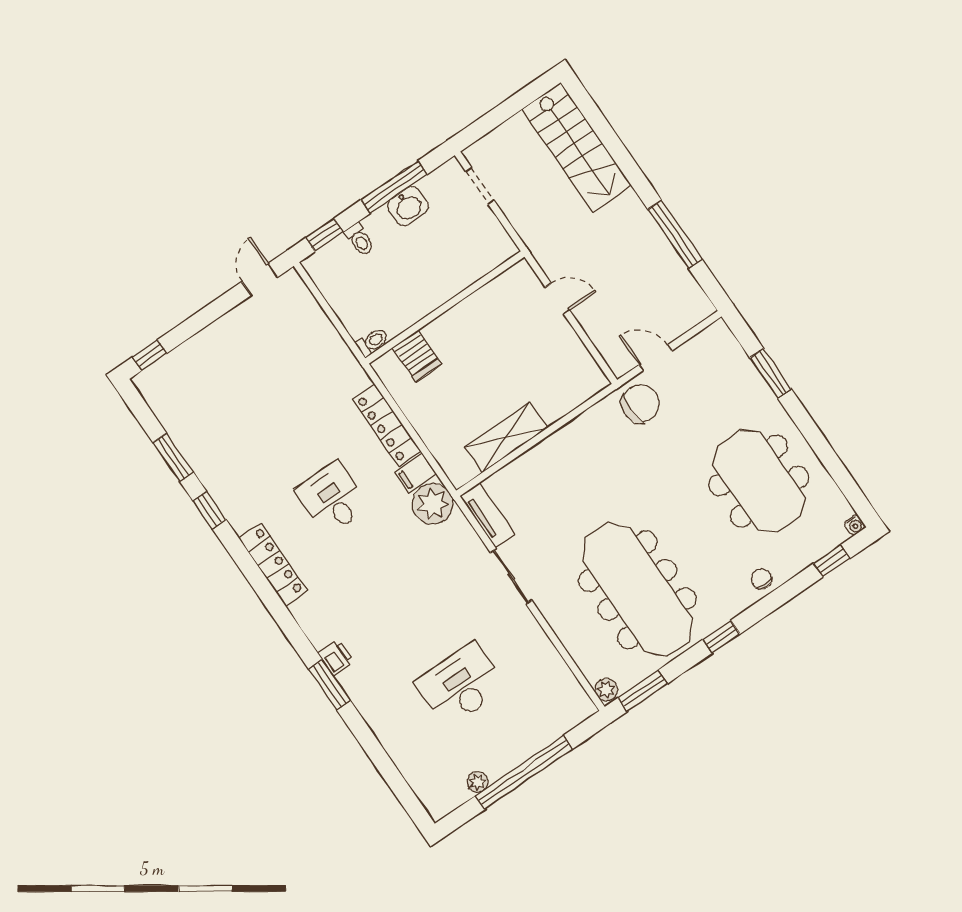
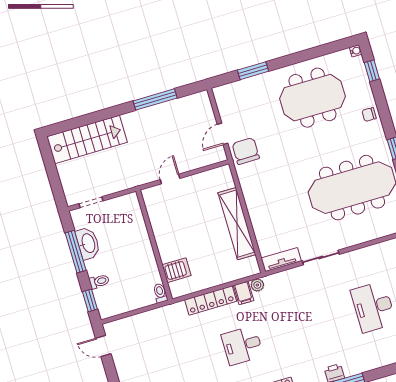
washbasin: (408, 206) -> (88, 243), width x1.38
shelving: (506, 437) -> (237, 224), width x1.47
plant: (433, 504) -> (257, 285), width x0.53, depth x0.53

